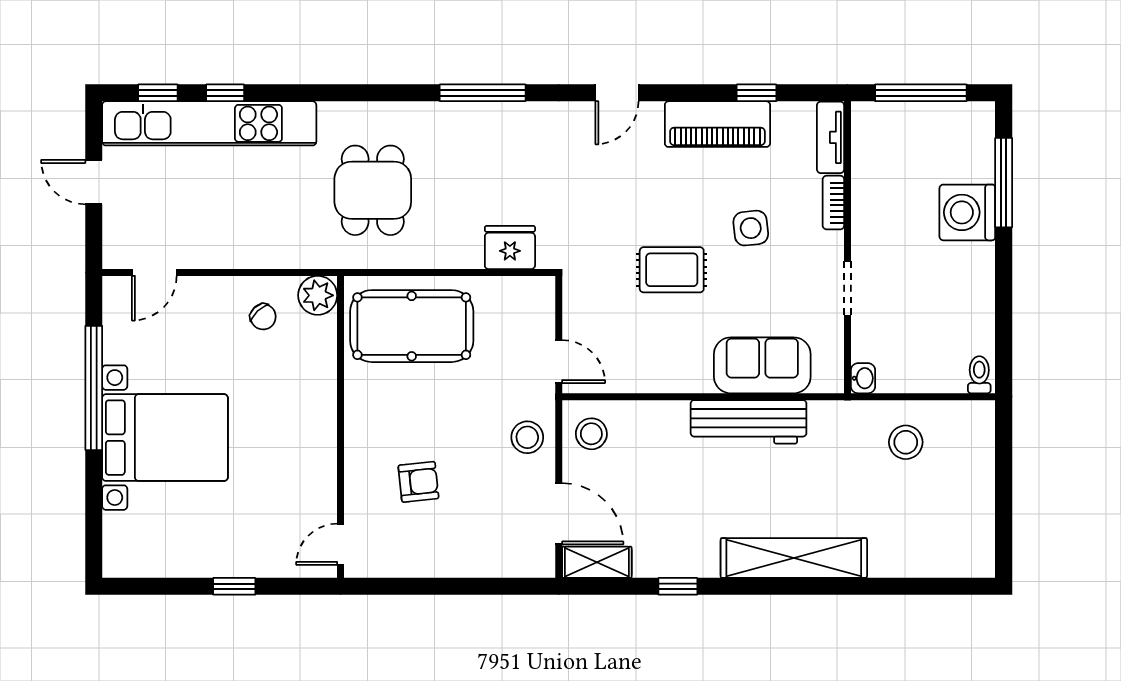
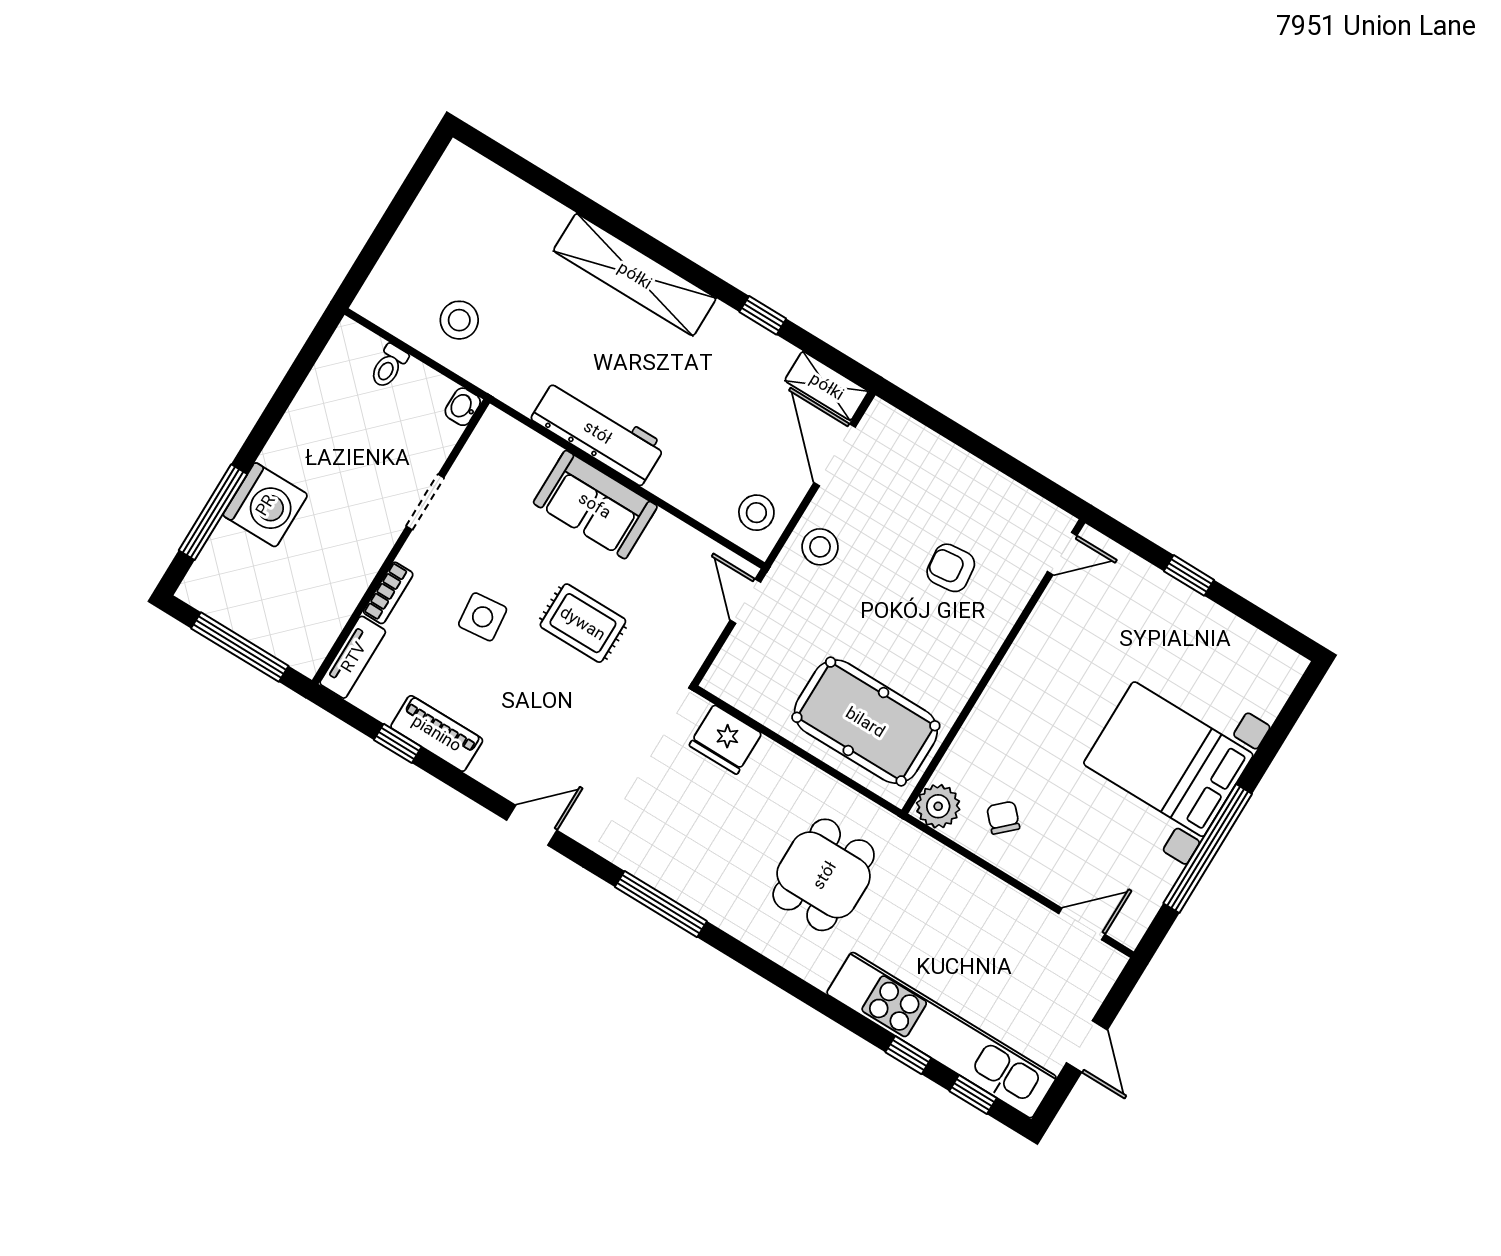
piano: (717, 124) -> (437, 733), width x0.73, depth x0.75
sofa: (762, 365) -> (595, 505), moved
toilet: (979, 375) -> (389, 366), moved

